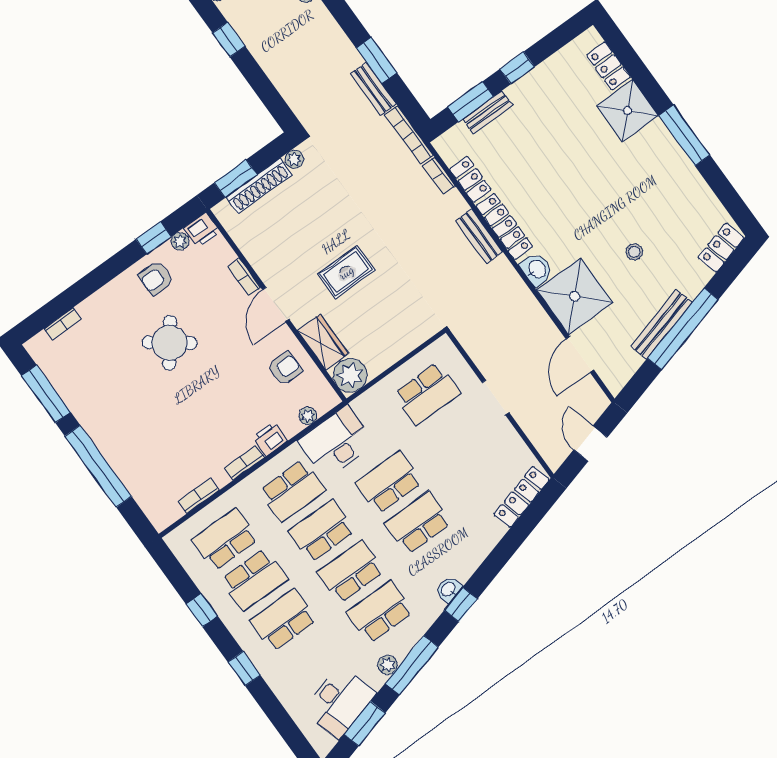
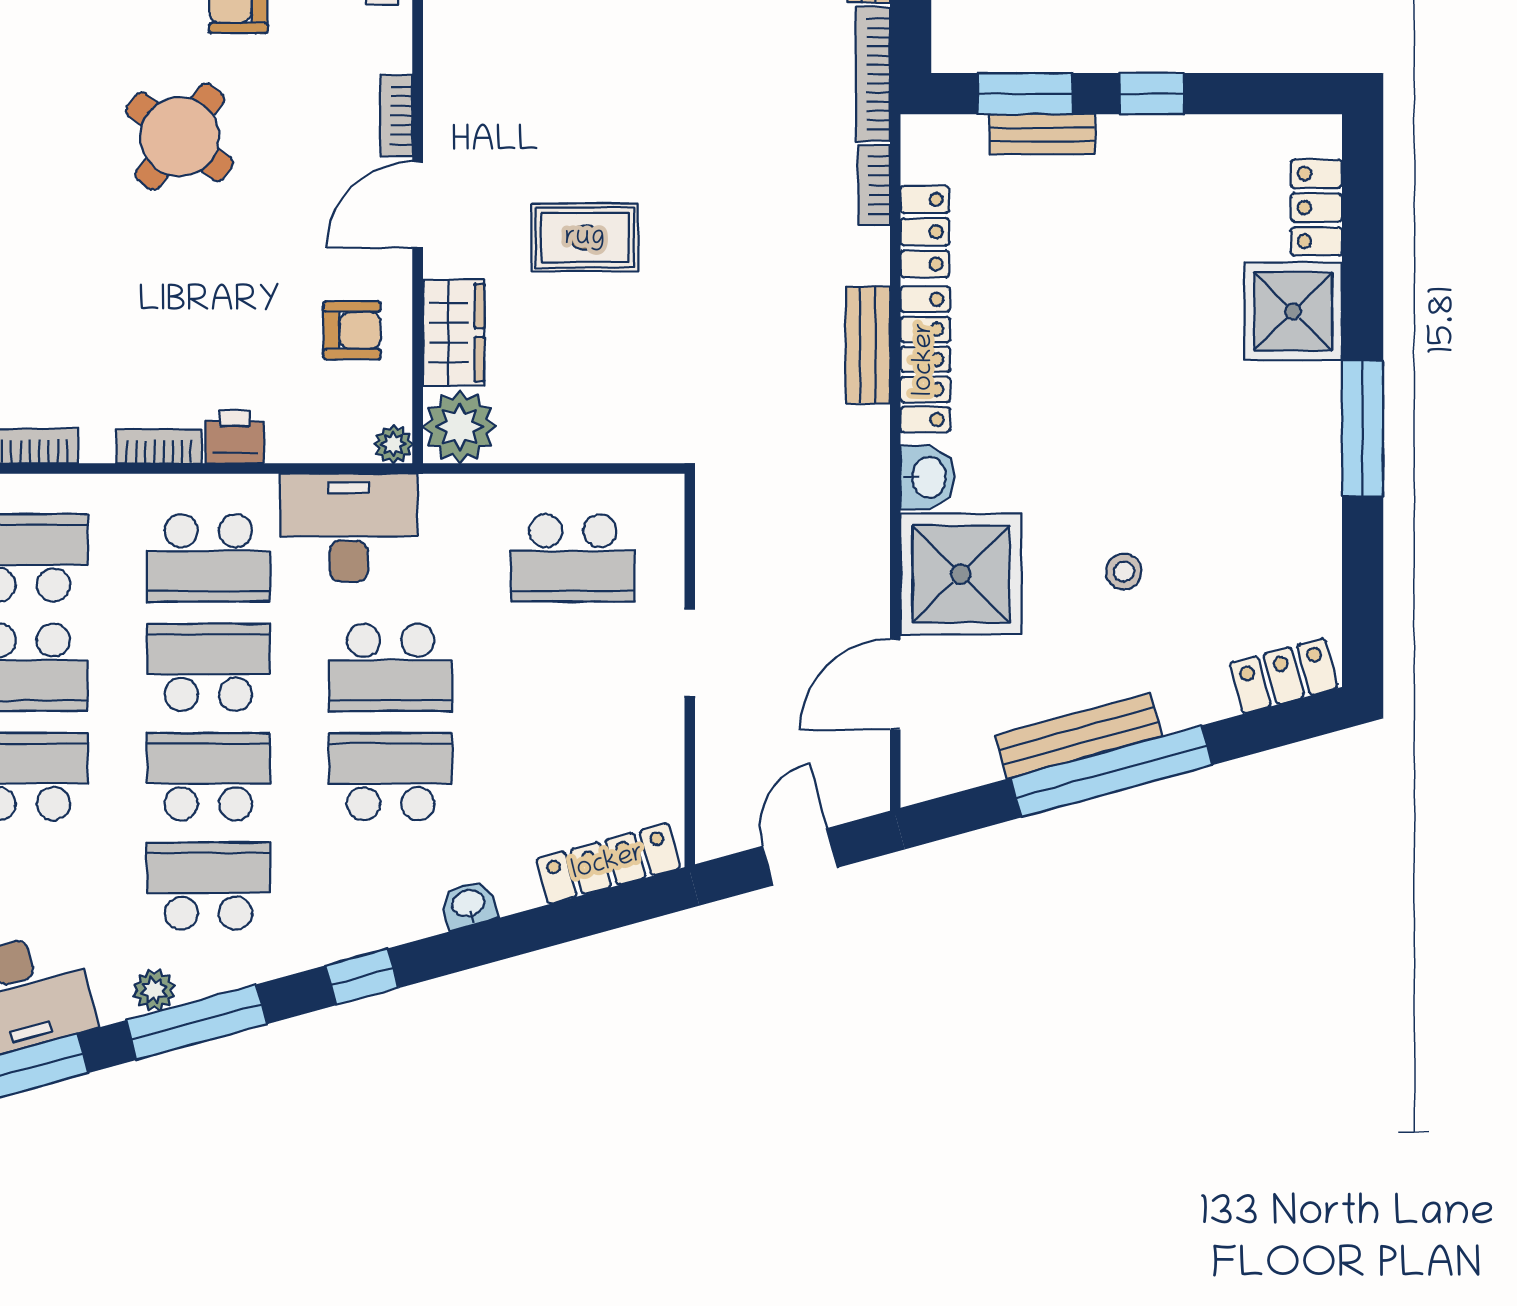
plant: (308, 416) -> (393, 444), moved
school desk: (389, 483) -> (391, 667), turned 180
washbasin: (449, 589) -> (469, 905), moved

